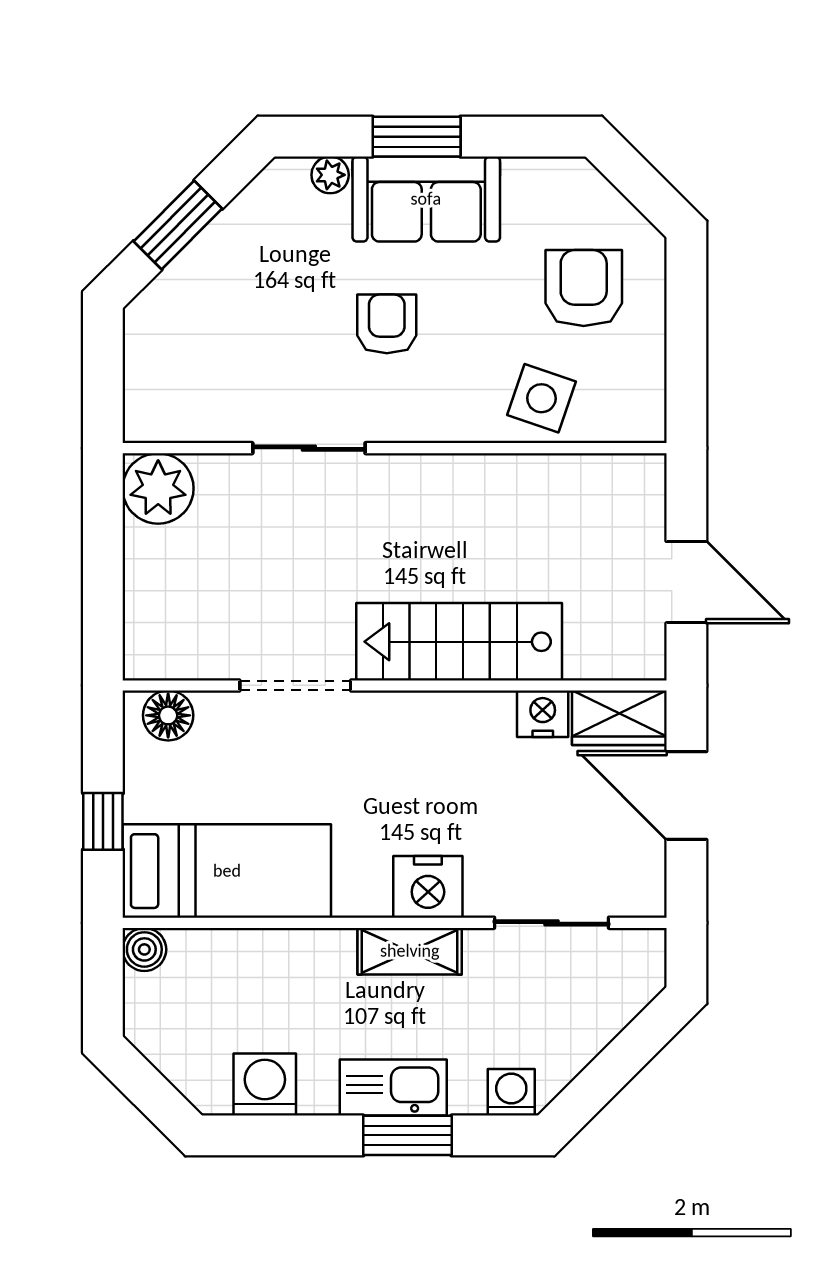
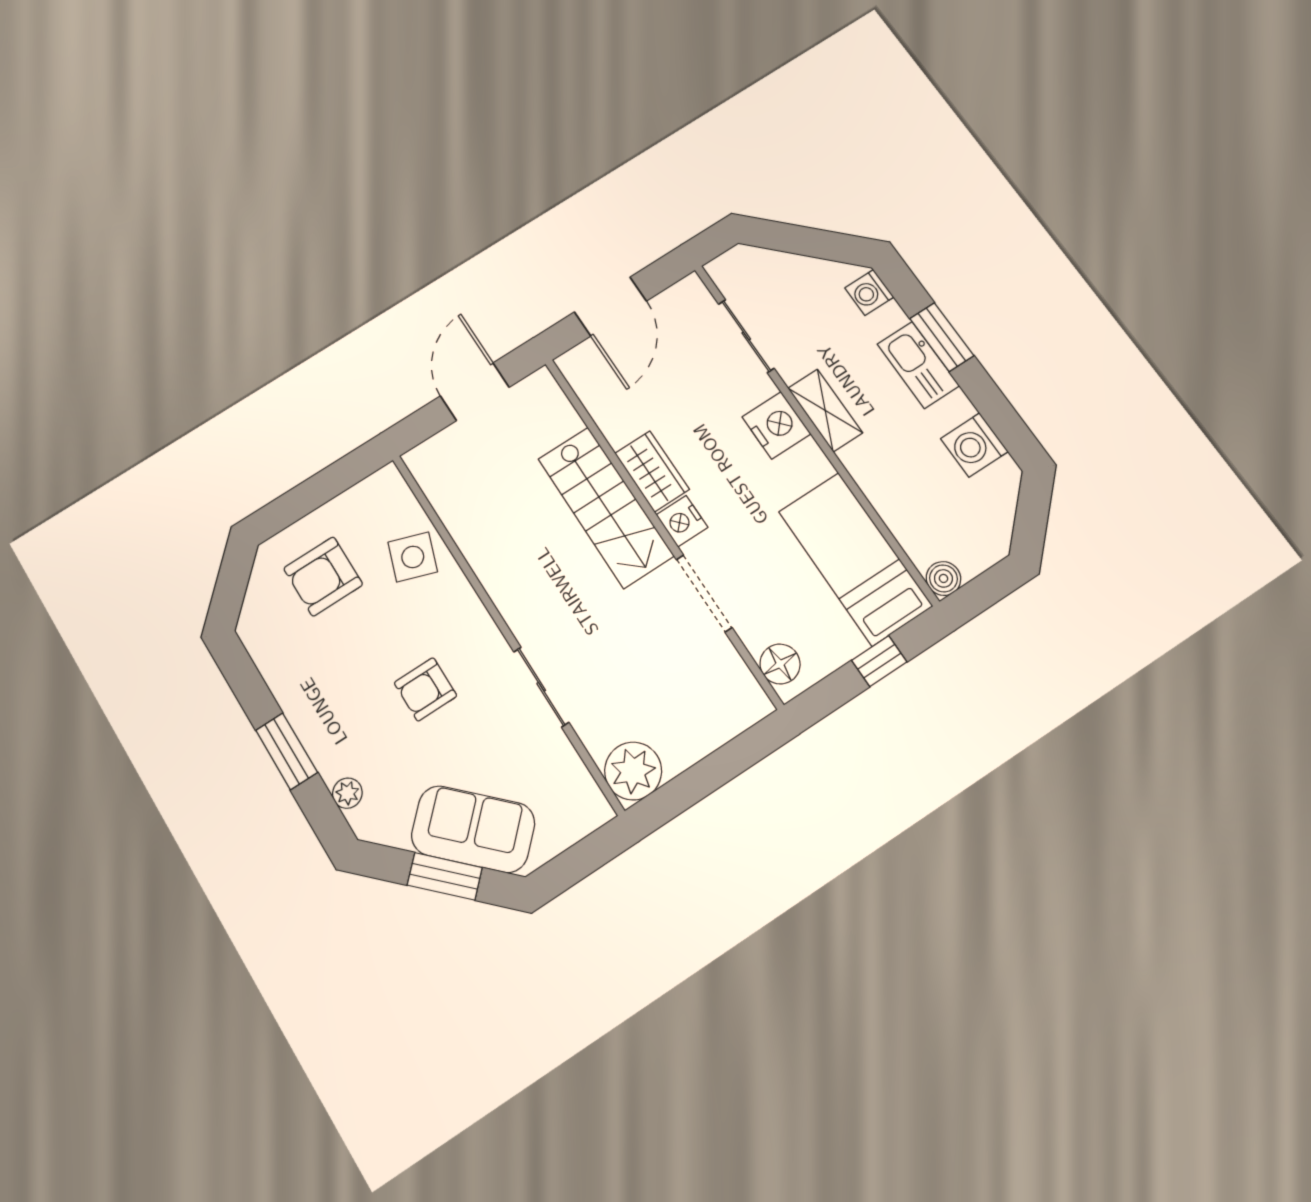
sofa: (426, 199) -> (473, 829), moved, turned -45
nightstand: (543, 714) -> (682, 521), moved
wardrobe: (619, 718) -> (652, 471), moved

